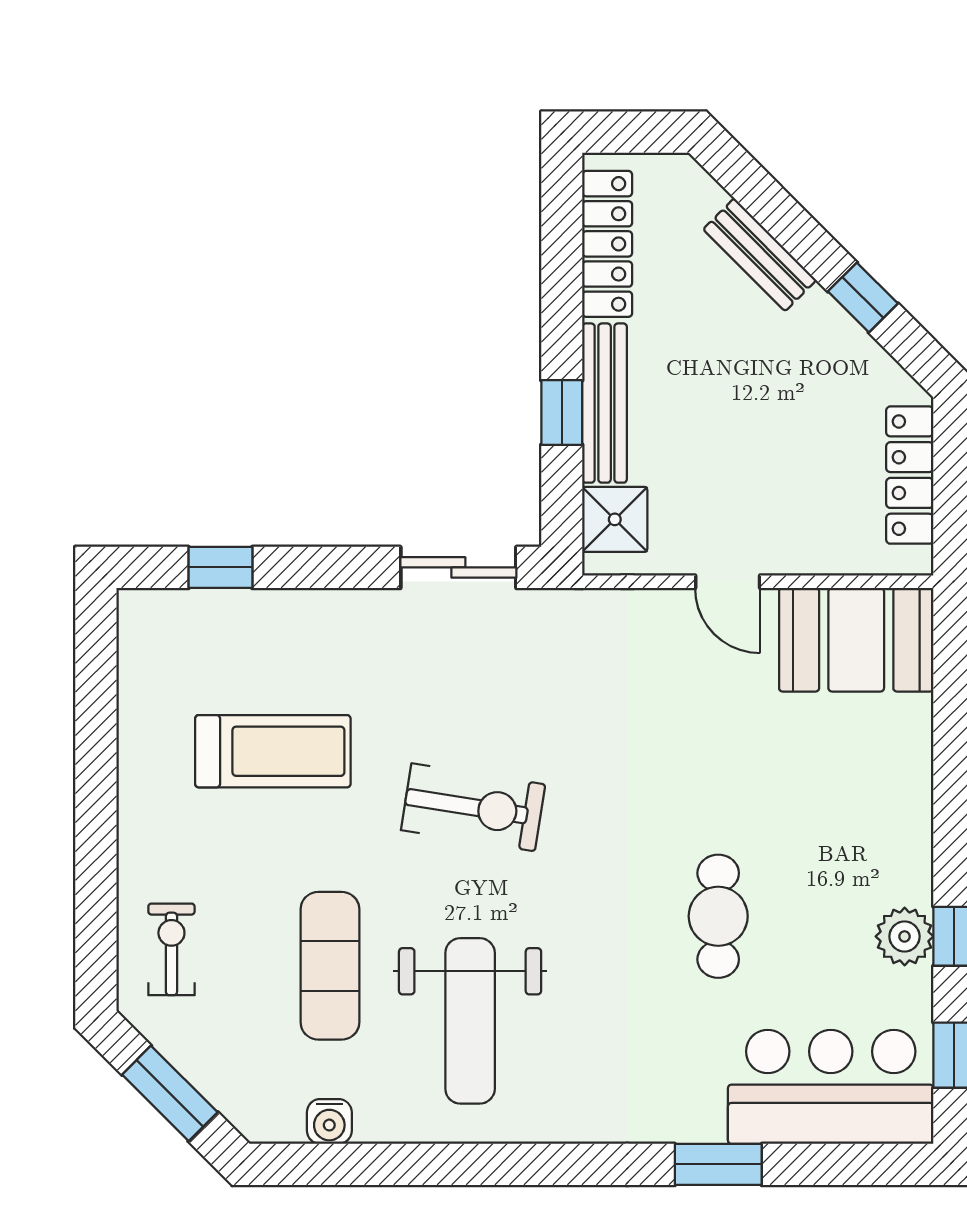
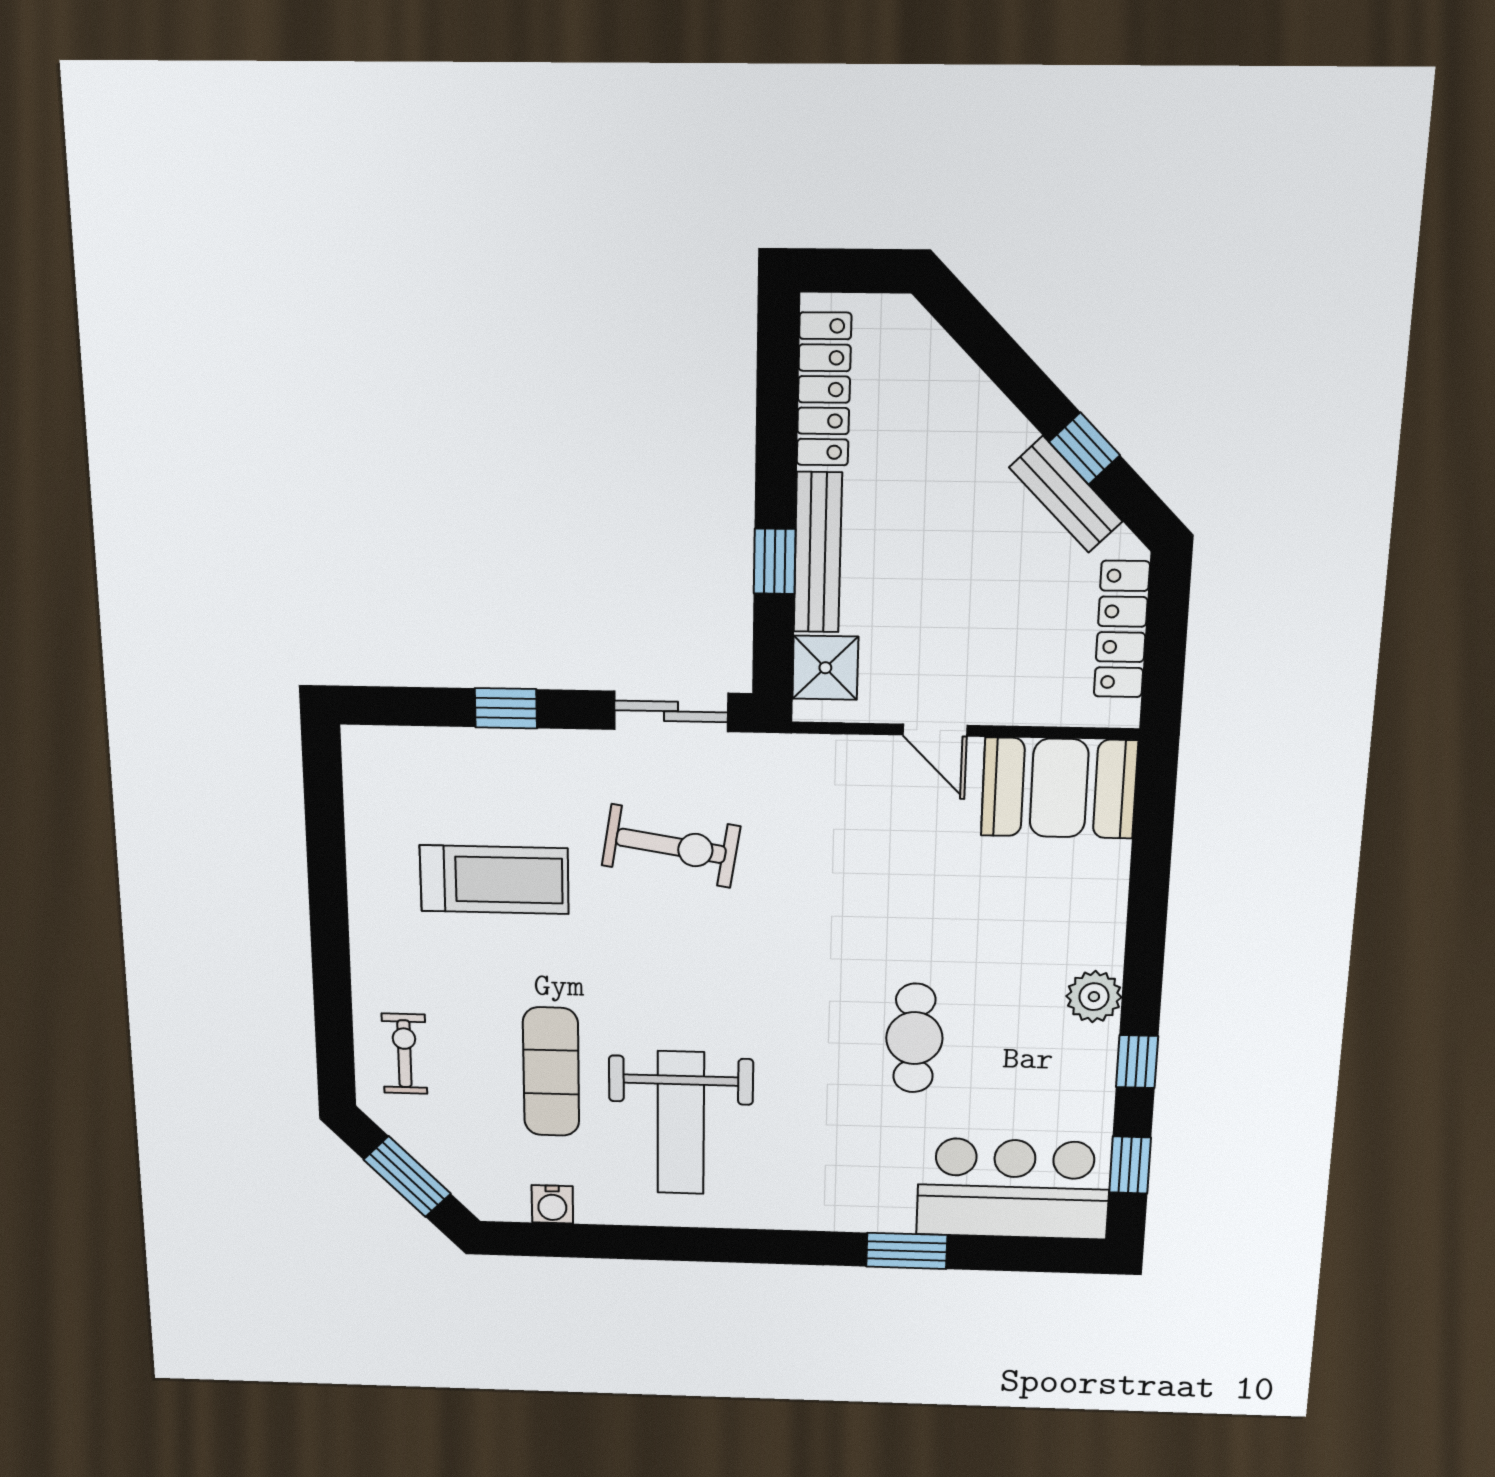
bench: (760, 255) -> (1066, 494), moved
window: (220, 567) -> (506, 708), moved
exercise bike: (473, 807) -> (671, 846), moved
plant: (905, 936) -> (1094, 997), moved

